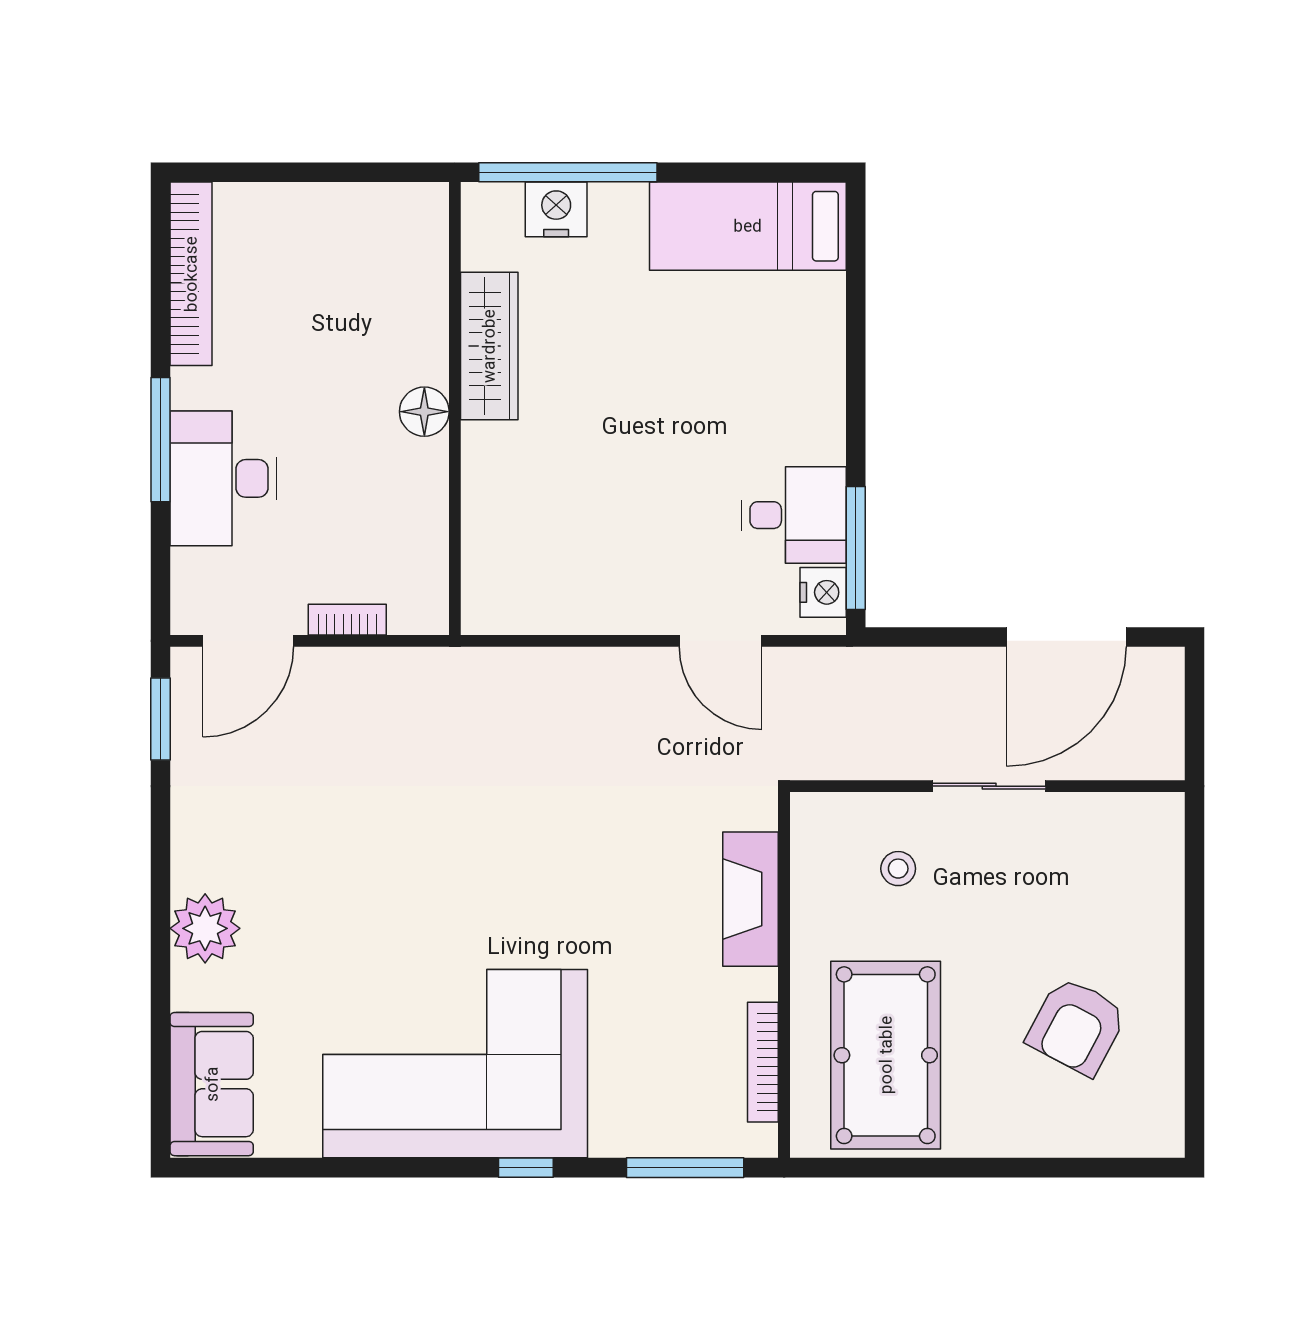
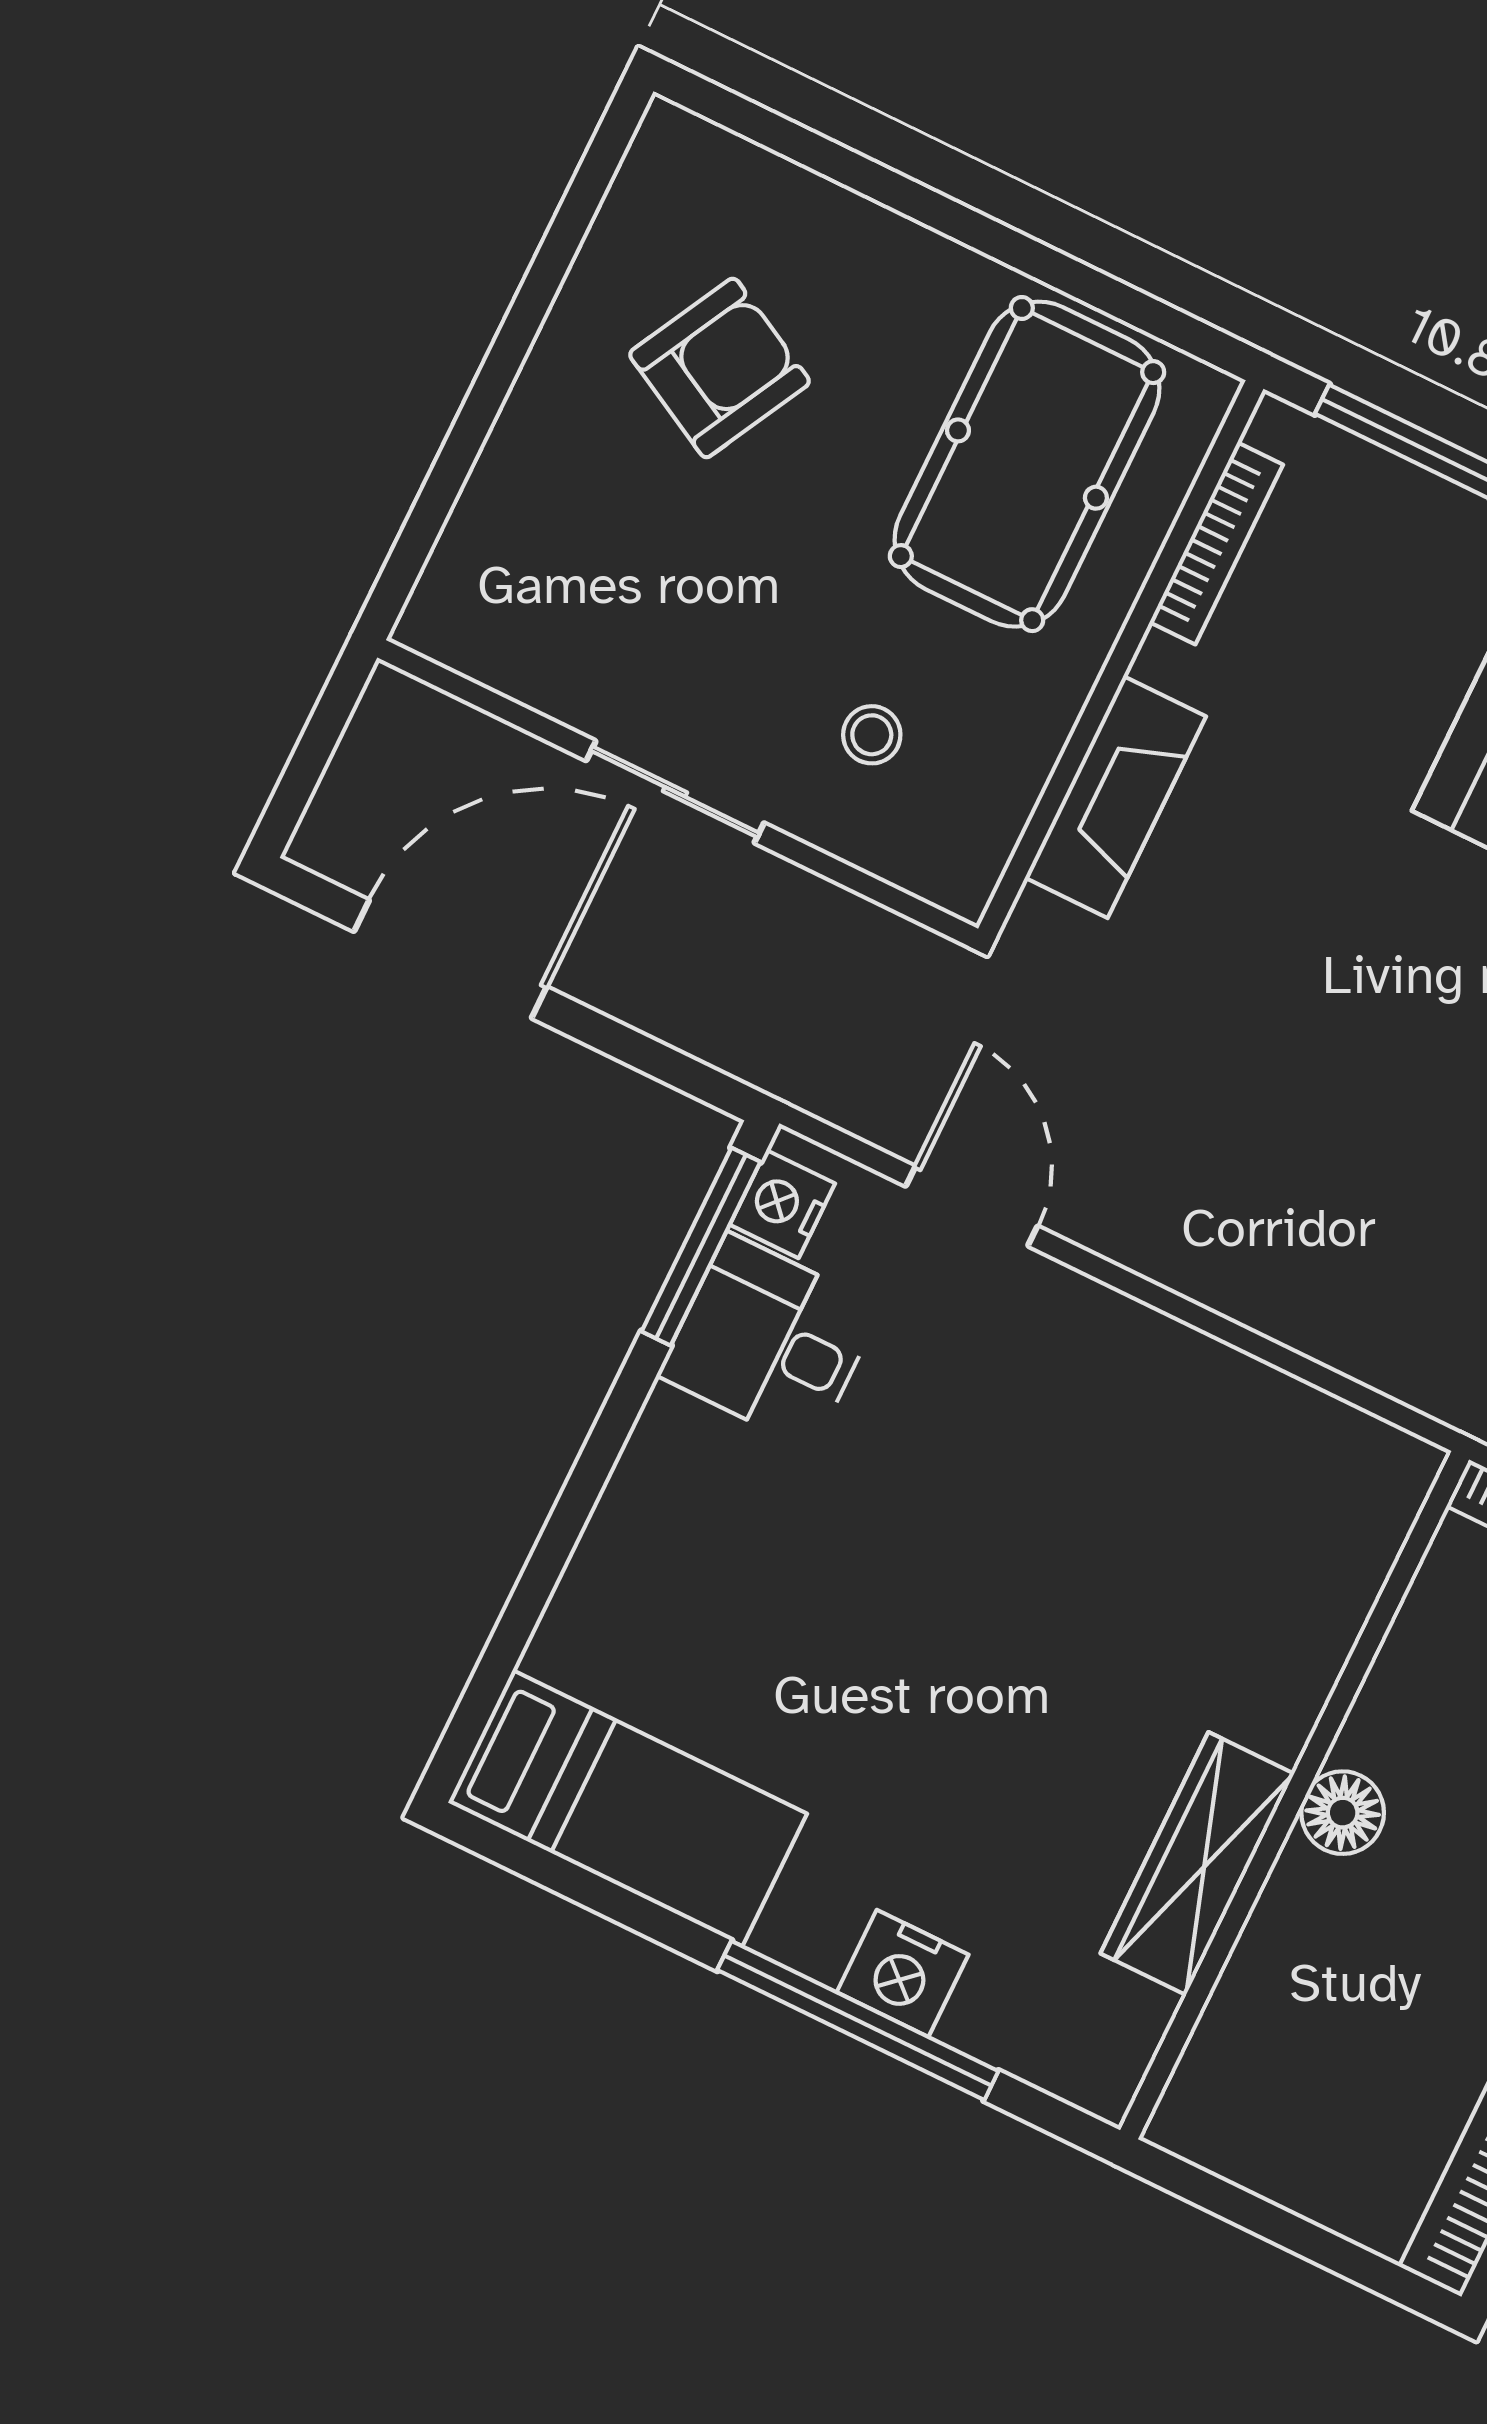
wardrobe: (489, 346) -> (1197, 1864), moved
wall: (455, 409) -> (1295, 1795), moved
floor lamp: (424, 412) -> (1343, 1813), moved

